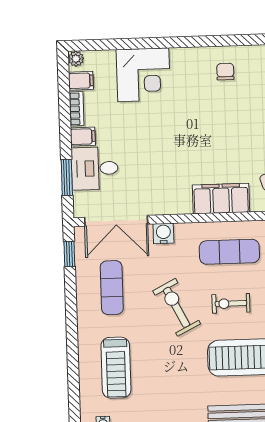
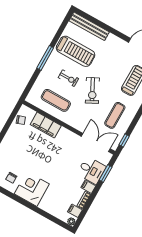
corner desk: (143, 75) -> (32, 189), moved
water cooler: (163, 233) -> (79, 125), removed

